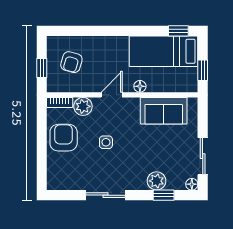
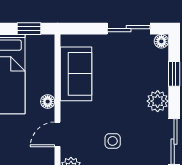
door: (112, 95) -> (57, 134), hinge flipped
plant: (156, 181) -> (158, 101), moved

